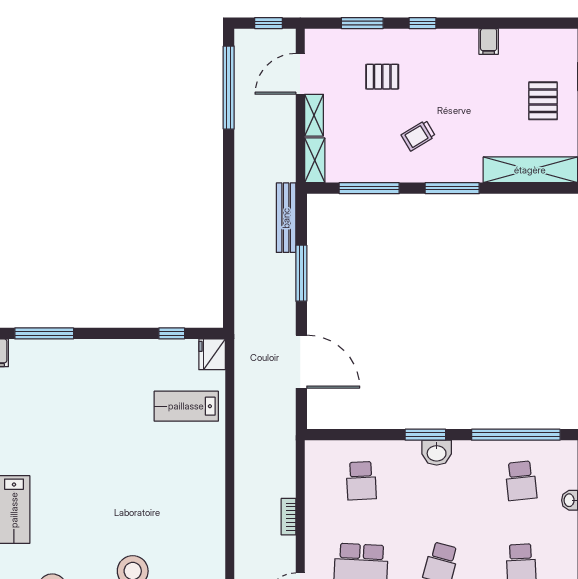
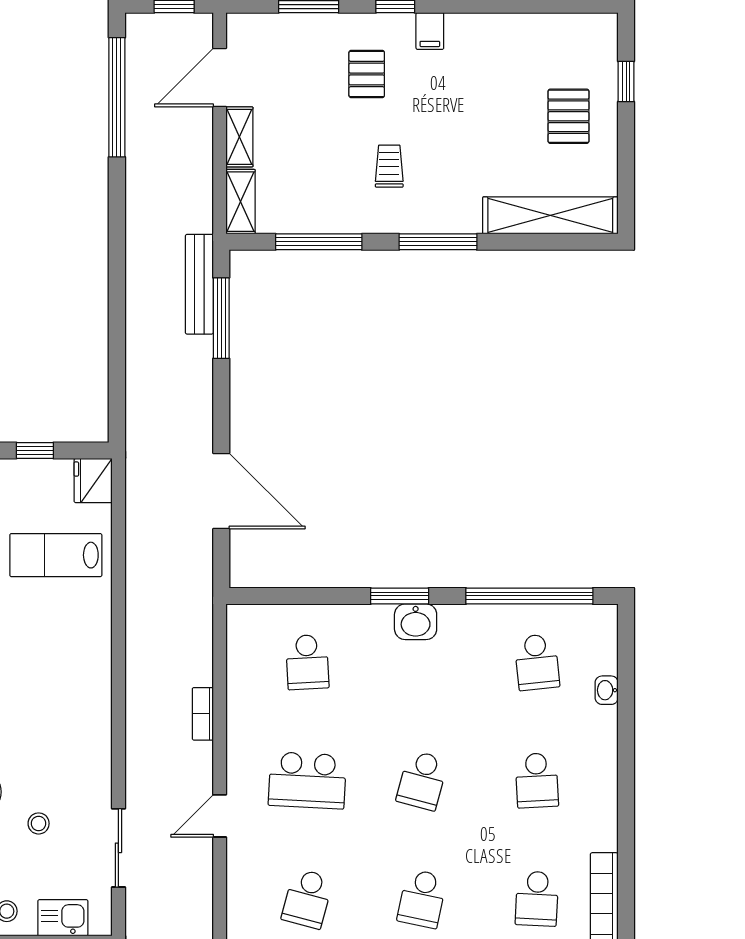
filing cabinet: (489, 41) -> (430, 31), moved
pallet: (382, 77) -> (367, 74), moved, turned 90
trolley: (418, 136) -> (389, 166), turned 121
window: (301, 273) -> (221, 318), moved

